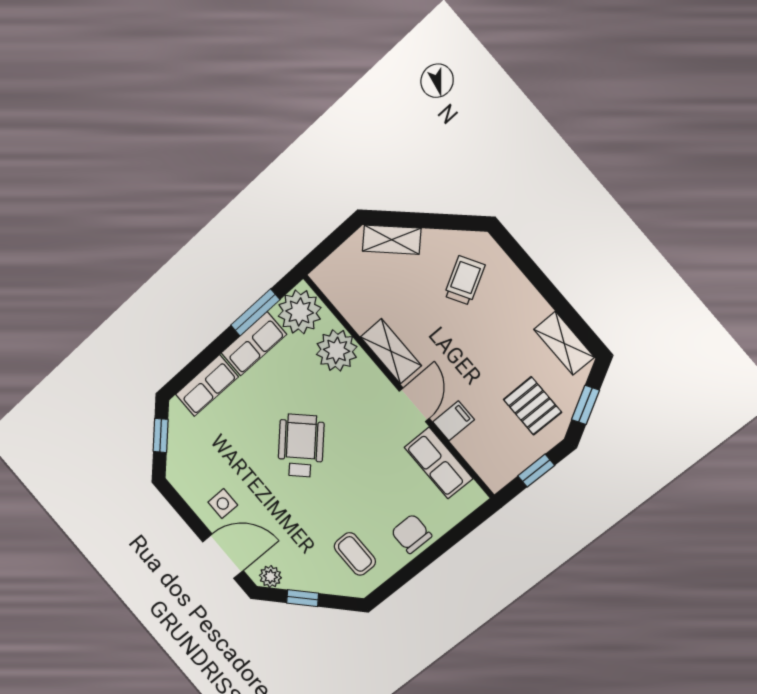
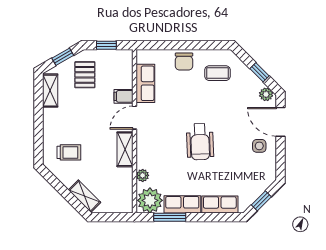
trolley: (464, 280) -> (69, 152), turned -151
plant: (337, 350) -> (143, 175), width x0.53, depth x0.53
wheelchair: (301, 446) -> (200, 142), turned -46
coffee table: (355, 554) -> (217, 73), turned 90

